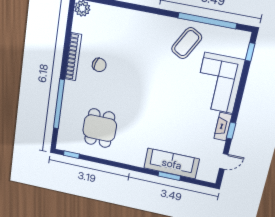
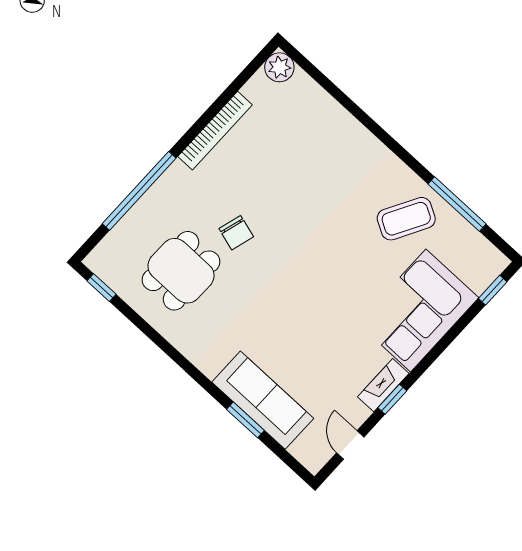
window: (207, 21) -> (457, 204), width x0.68
chair: (99, 65) -> (236, 233), moved
door: (224, 161) -> (350, 445), swing flipped

